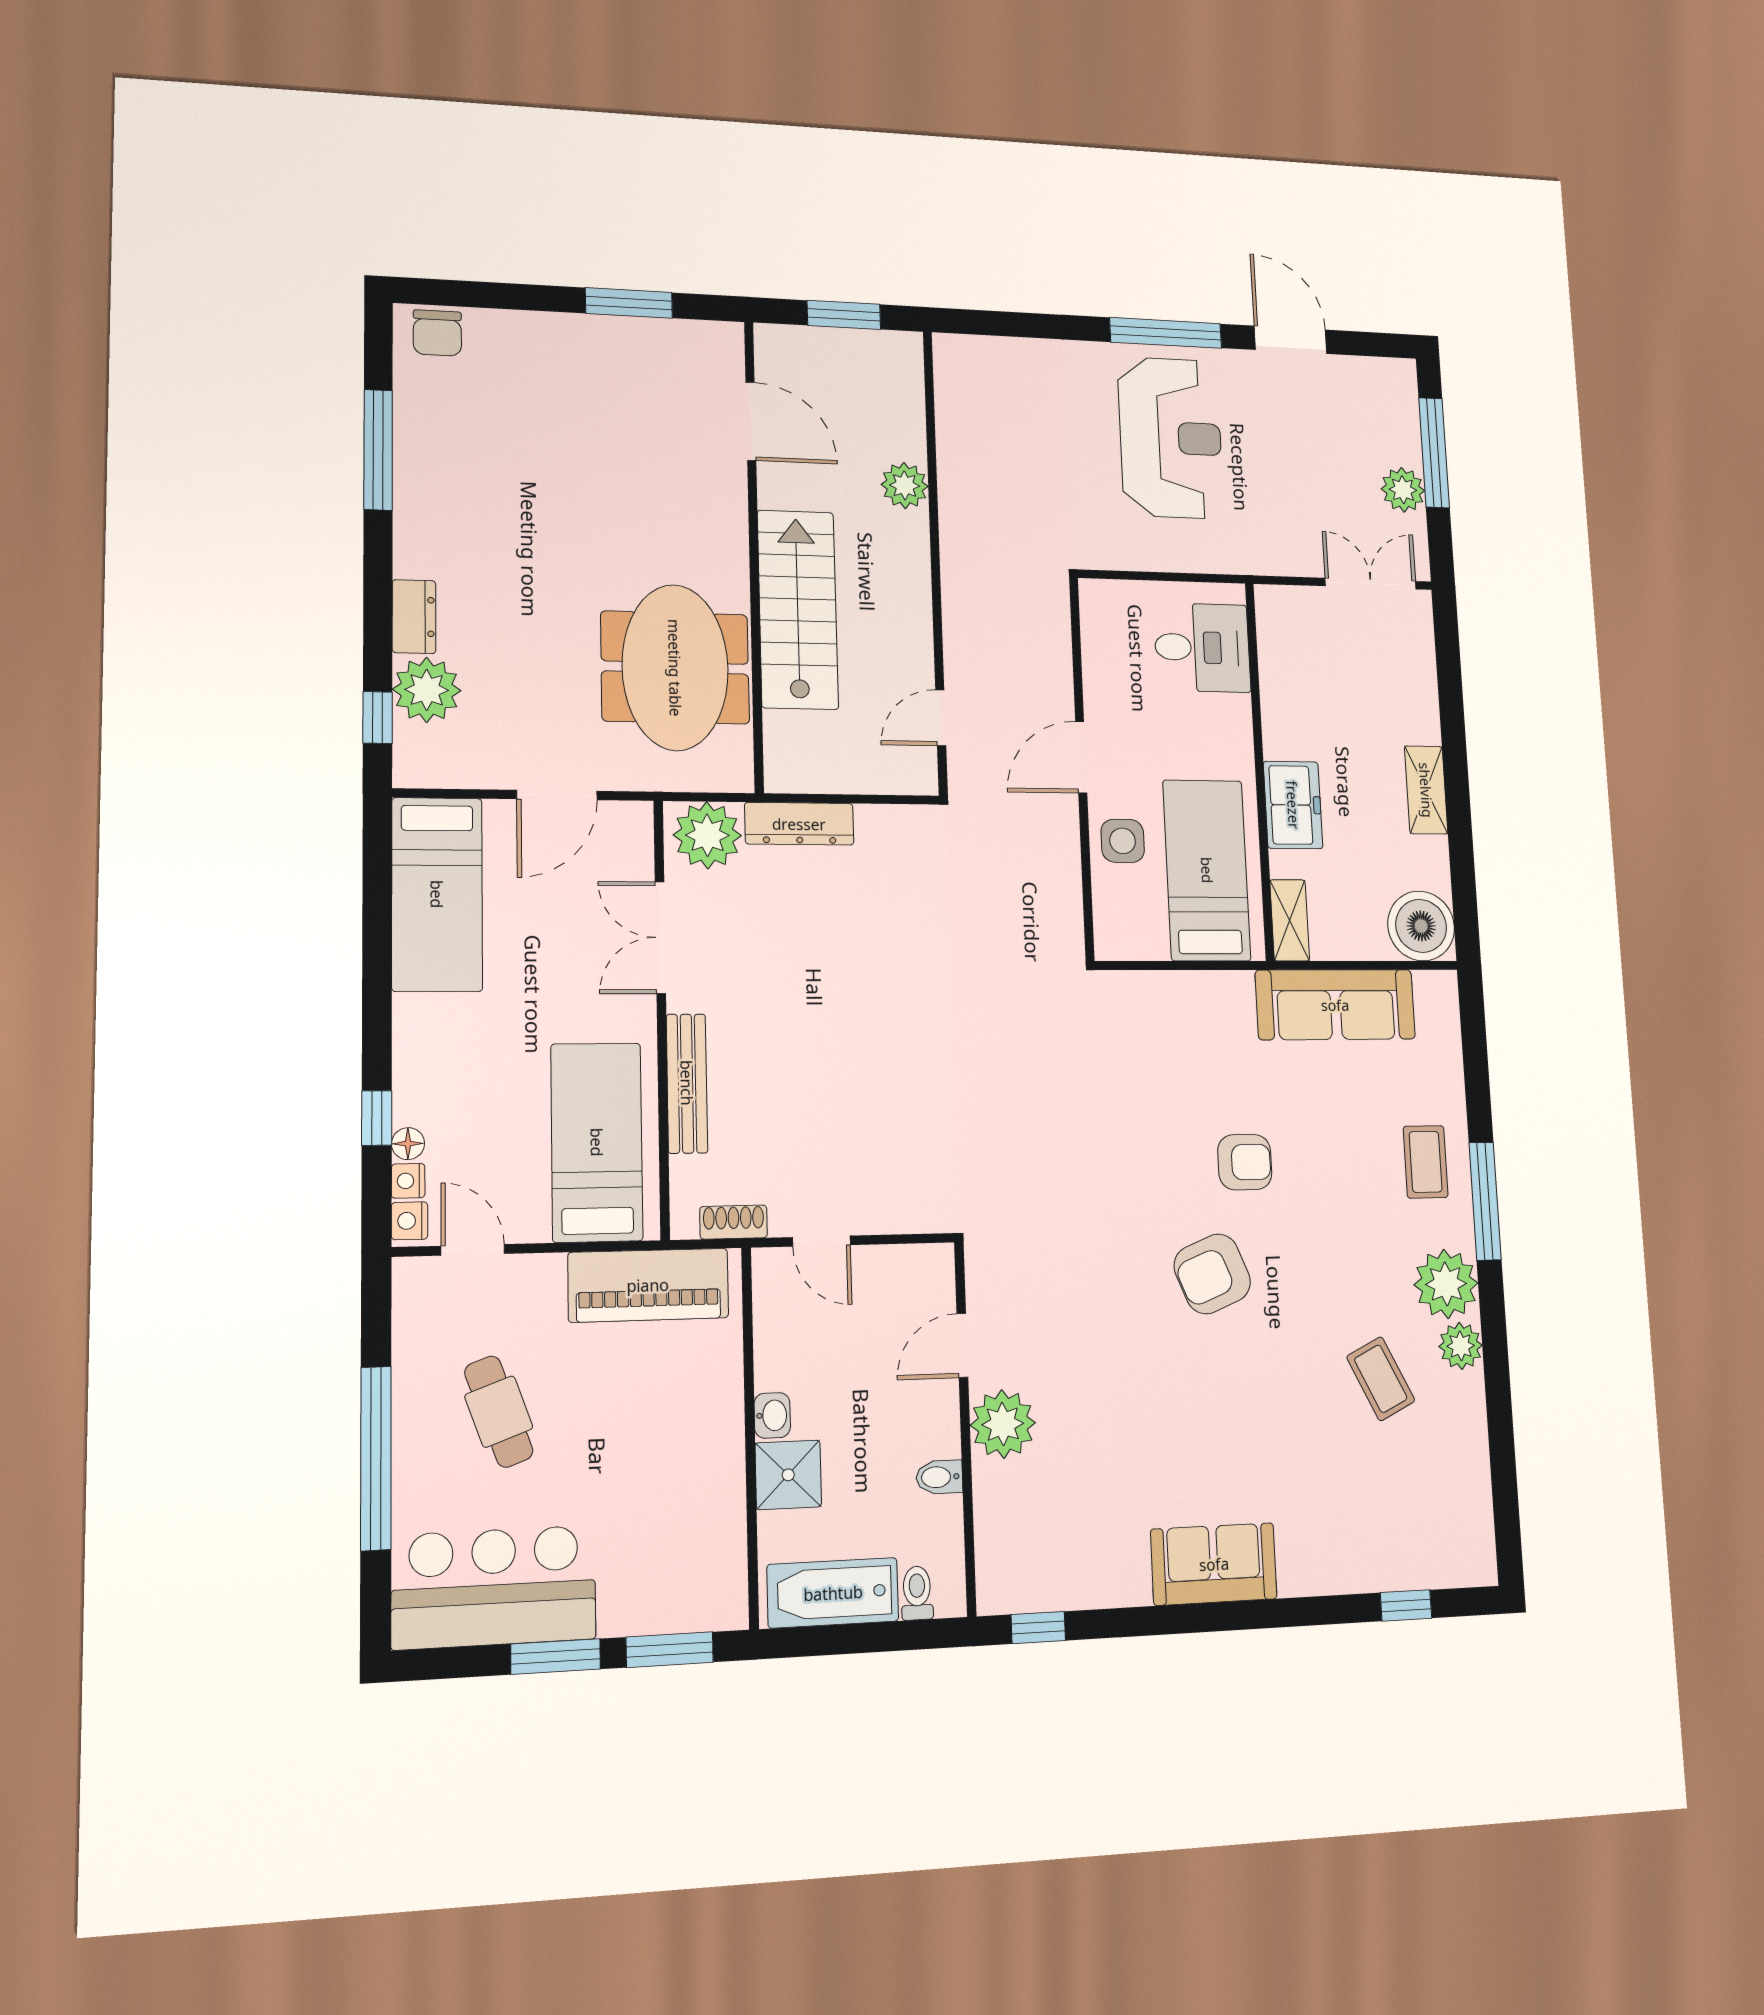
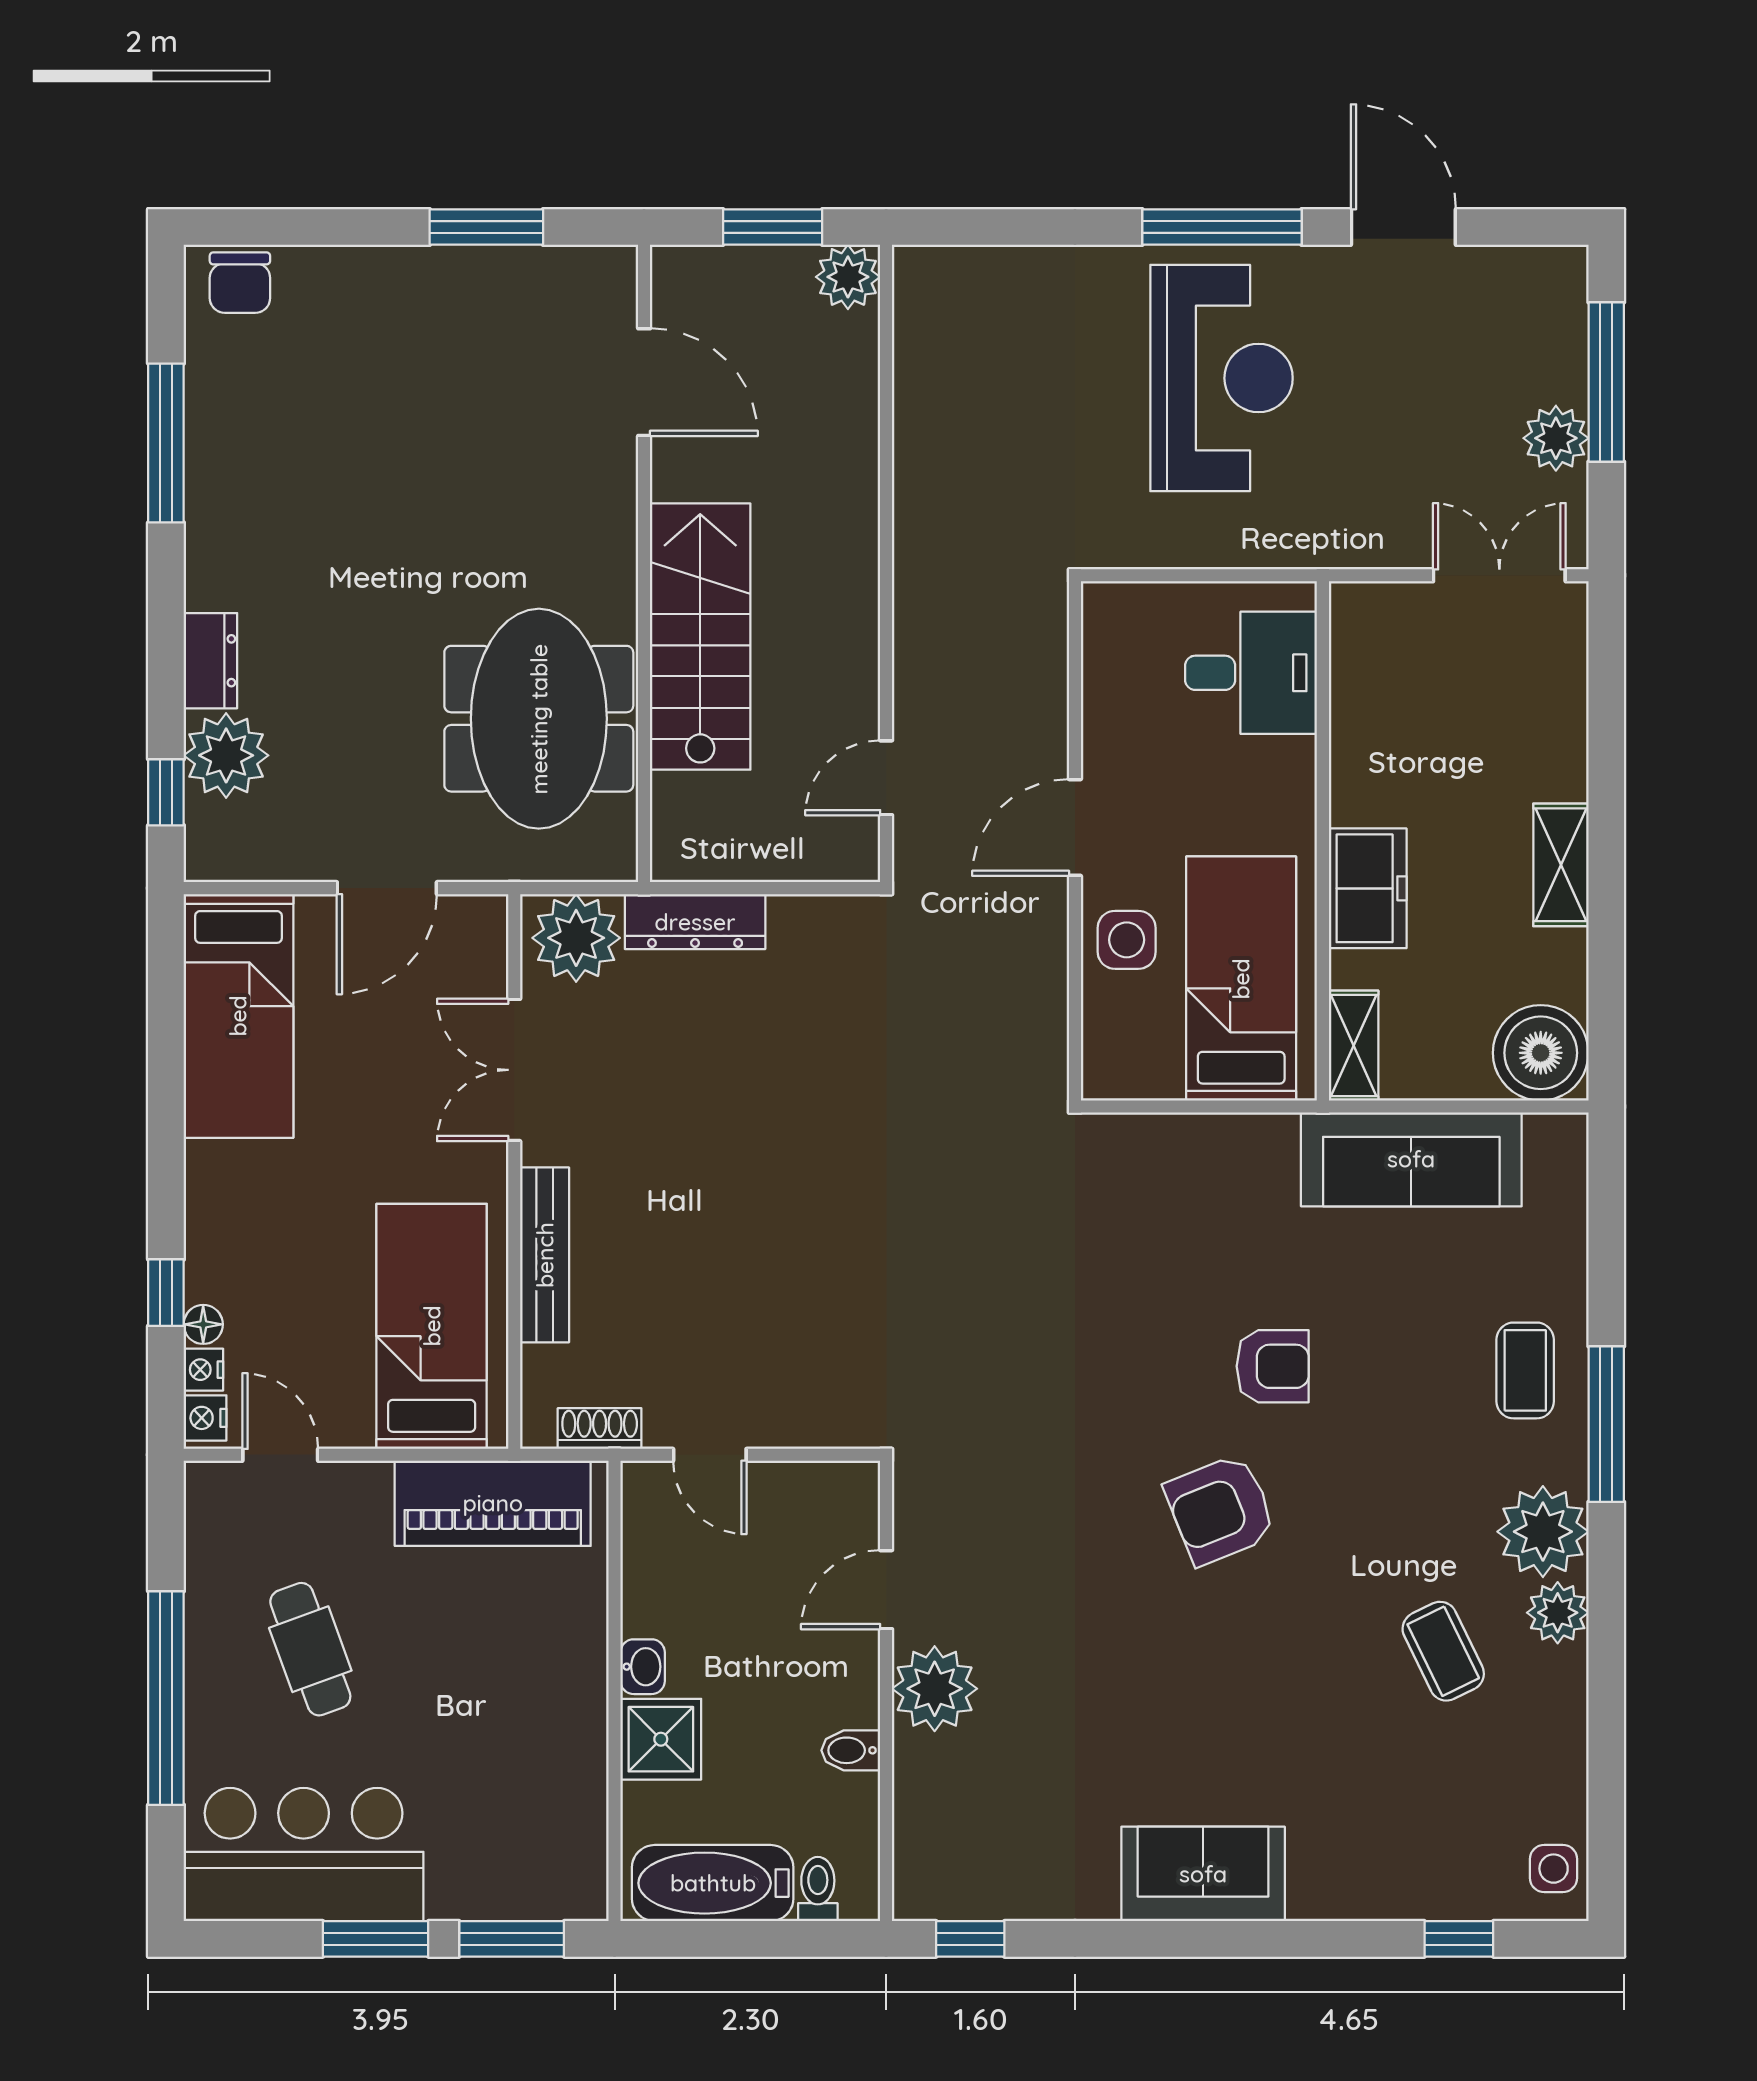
plant: (905, 485) -> (848, 277), moved
side table: (1471, 1546) -> (1554, 1869), added

